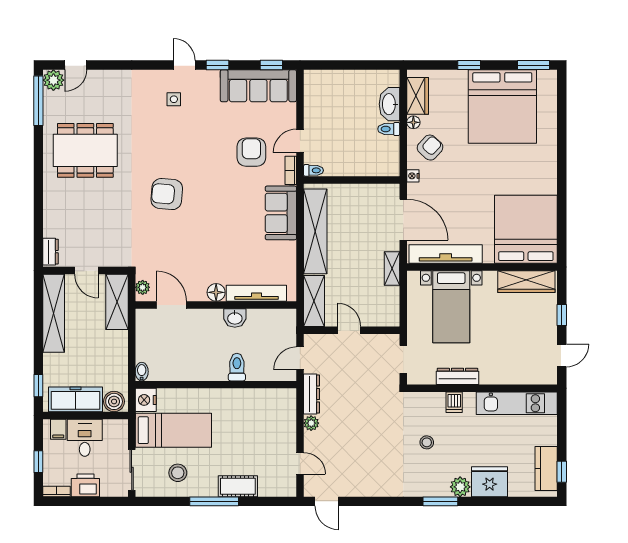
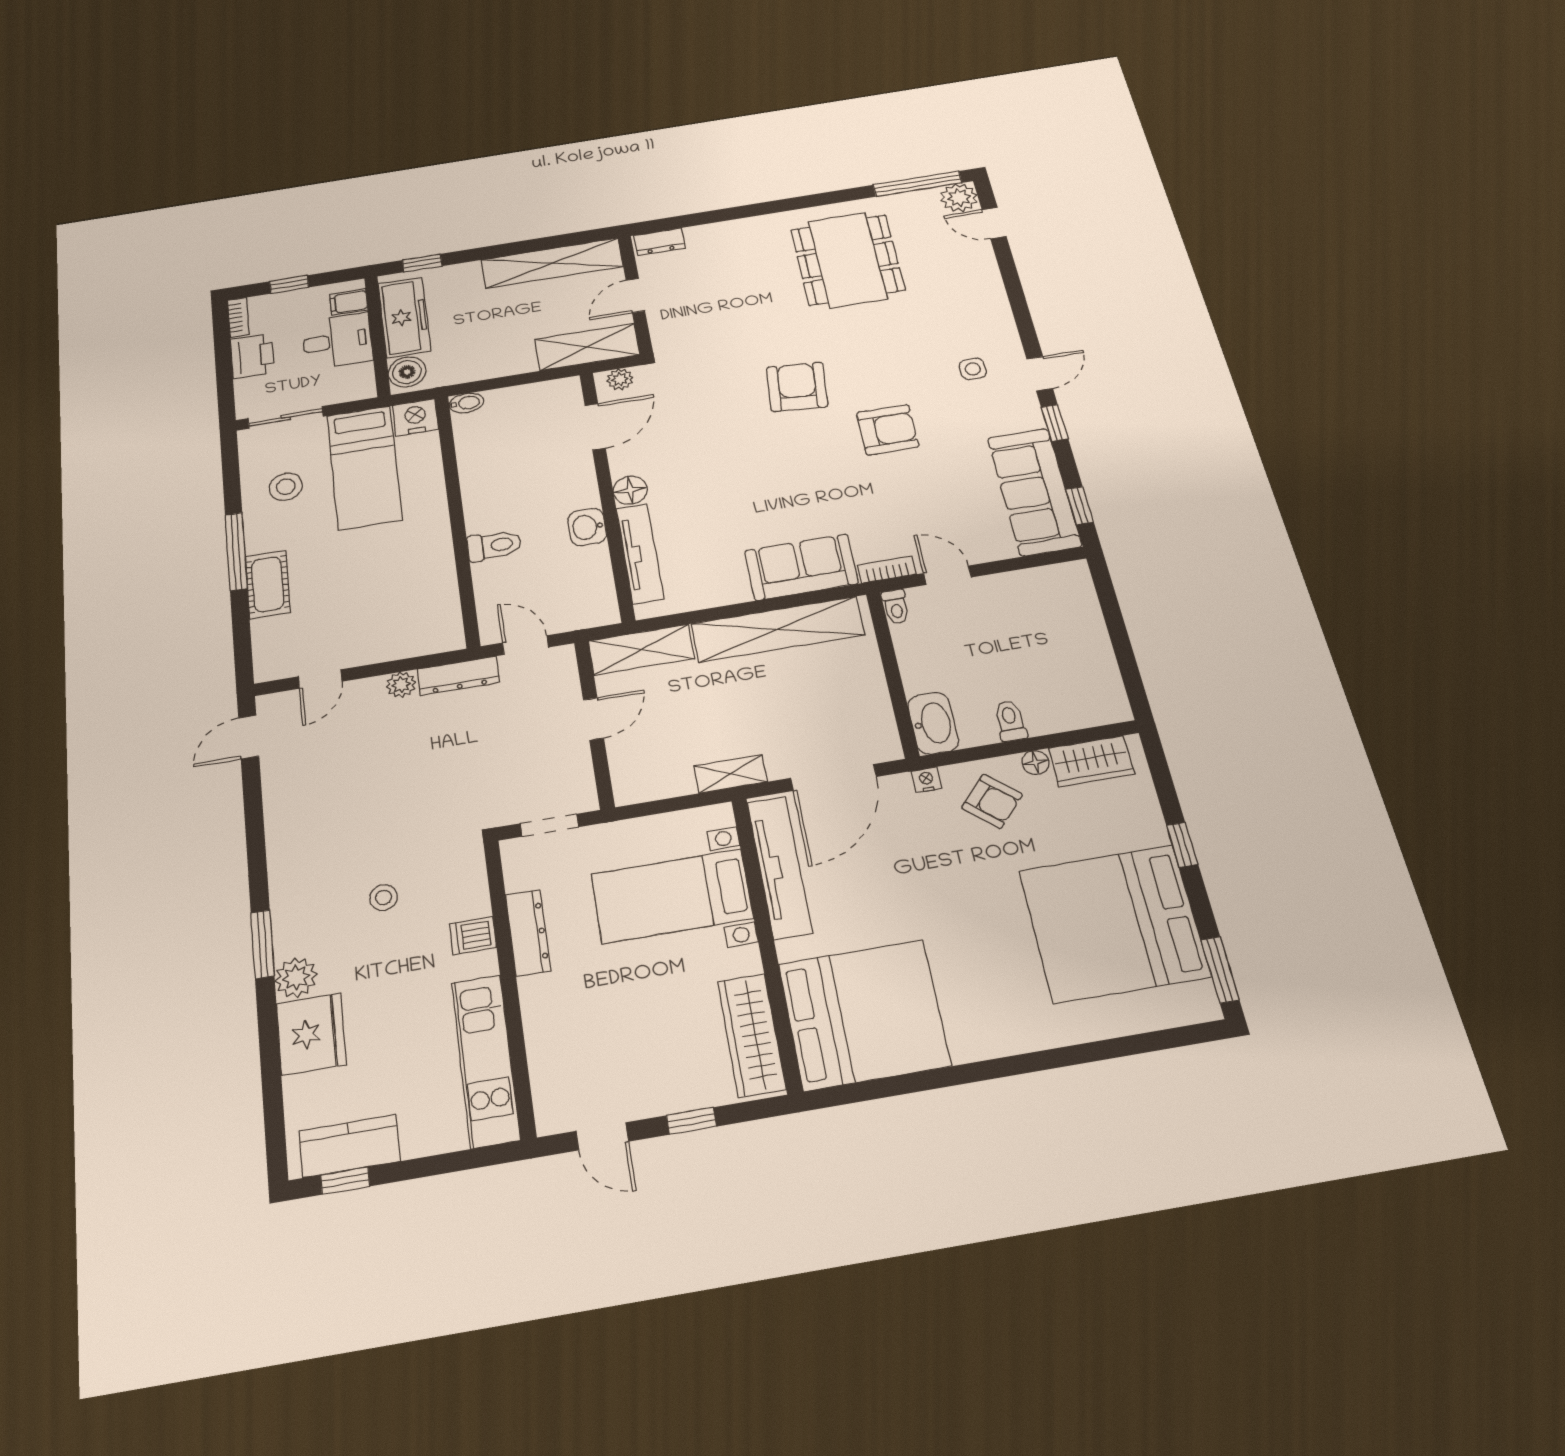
washbasin: (389, 104) -> (933, 723), moved, turned 90
armchair: (251, 152) -> (888, 430), moved

